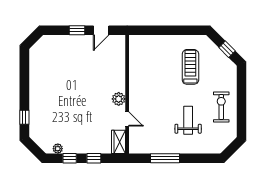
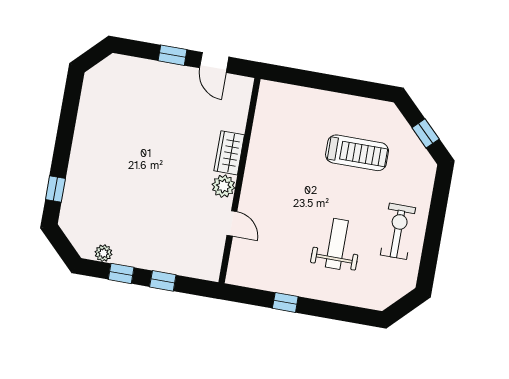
door: (101, 30) -> (214, 62), hinge flipped
treadmill: (190, 67) -> (357, 153), turned 90
wardrobe: (119, 142) -> (229, 153), moved
window: (165, 158) -> (285, 302), width x0.46

